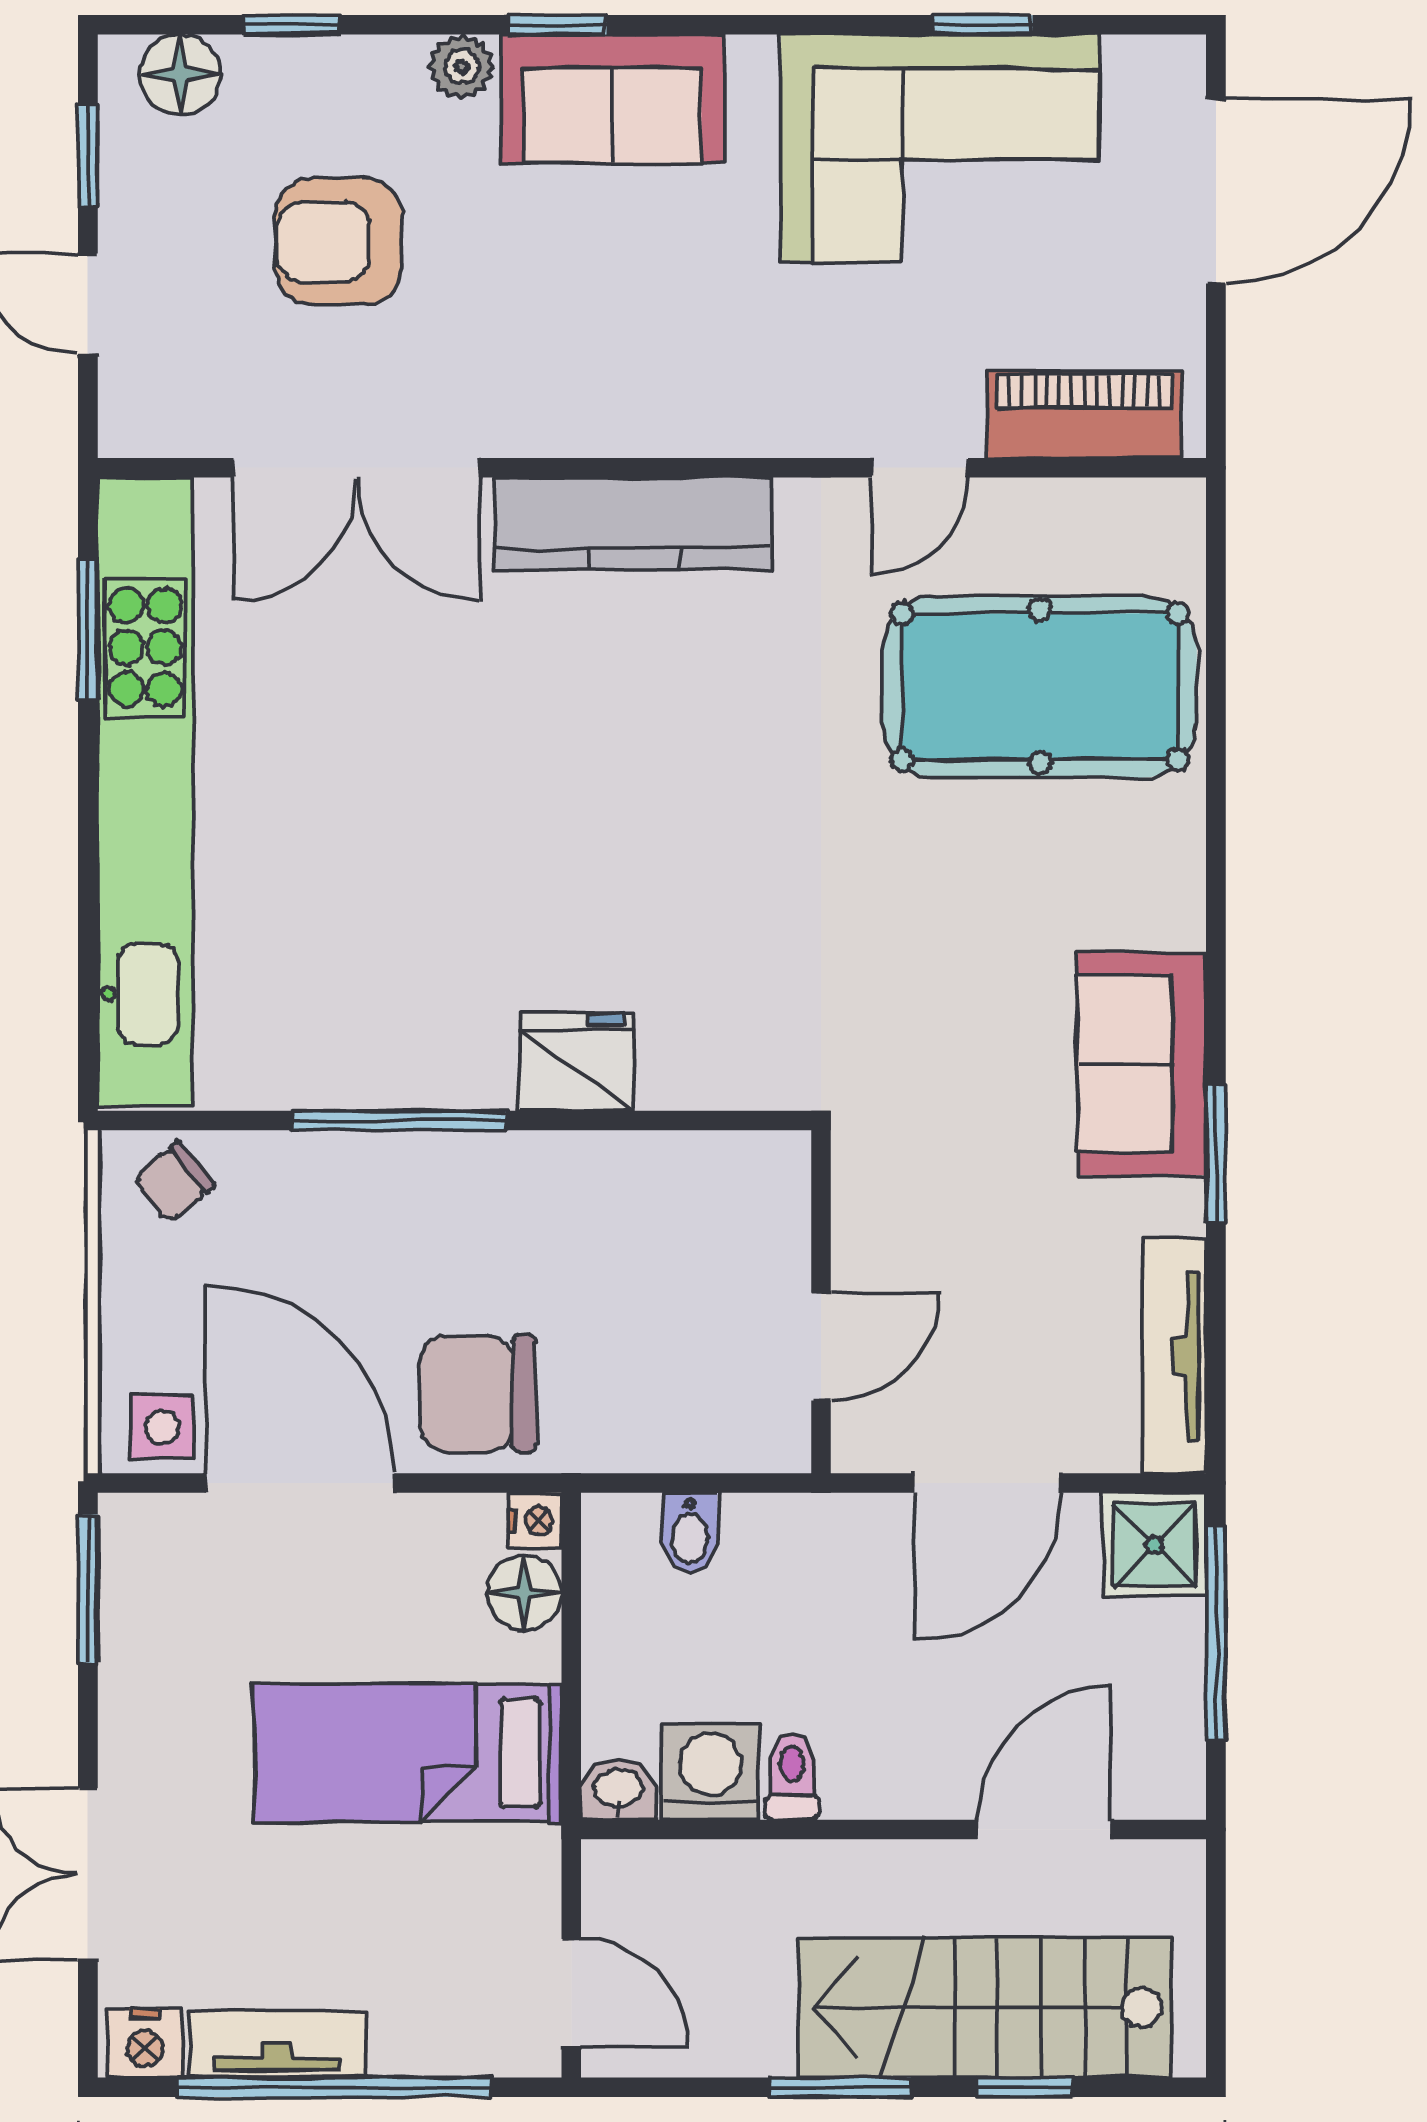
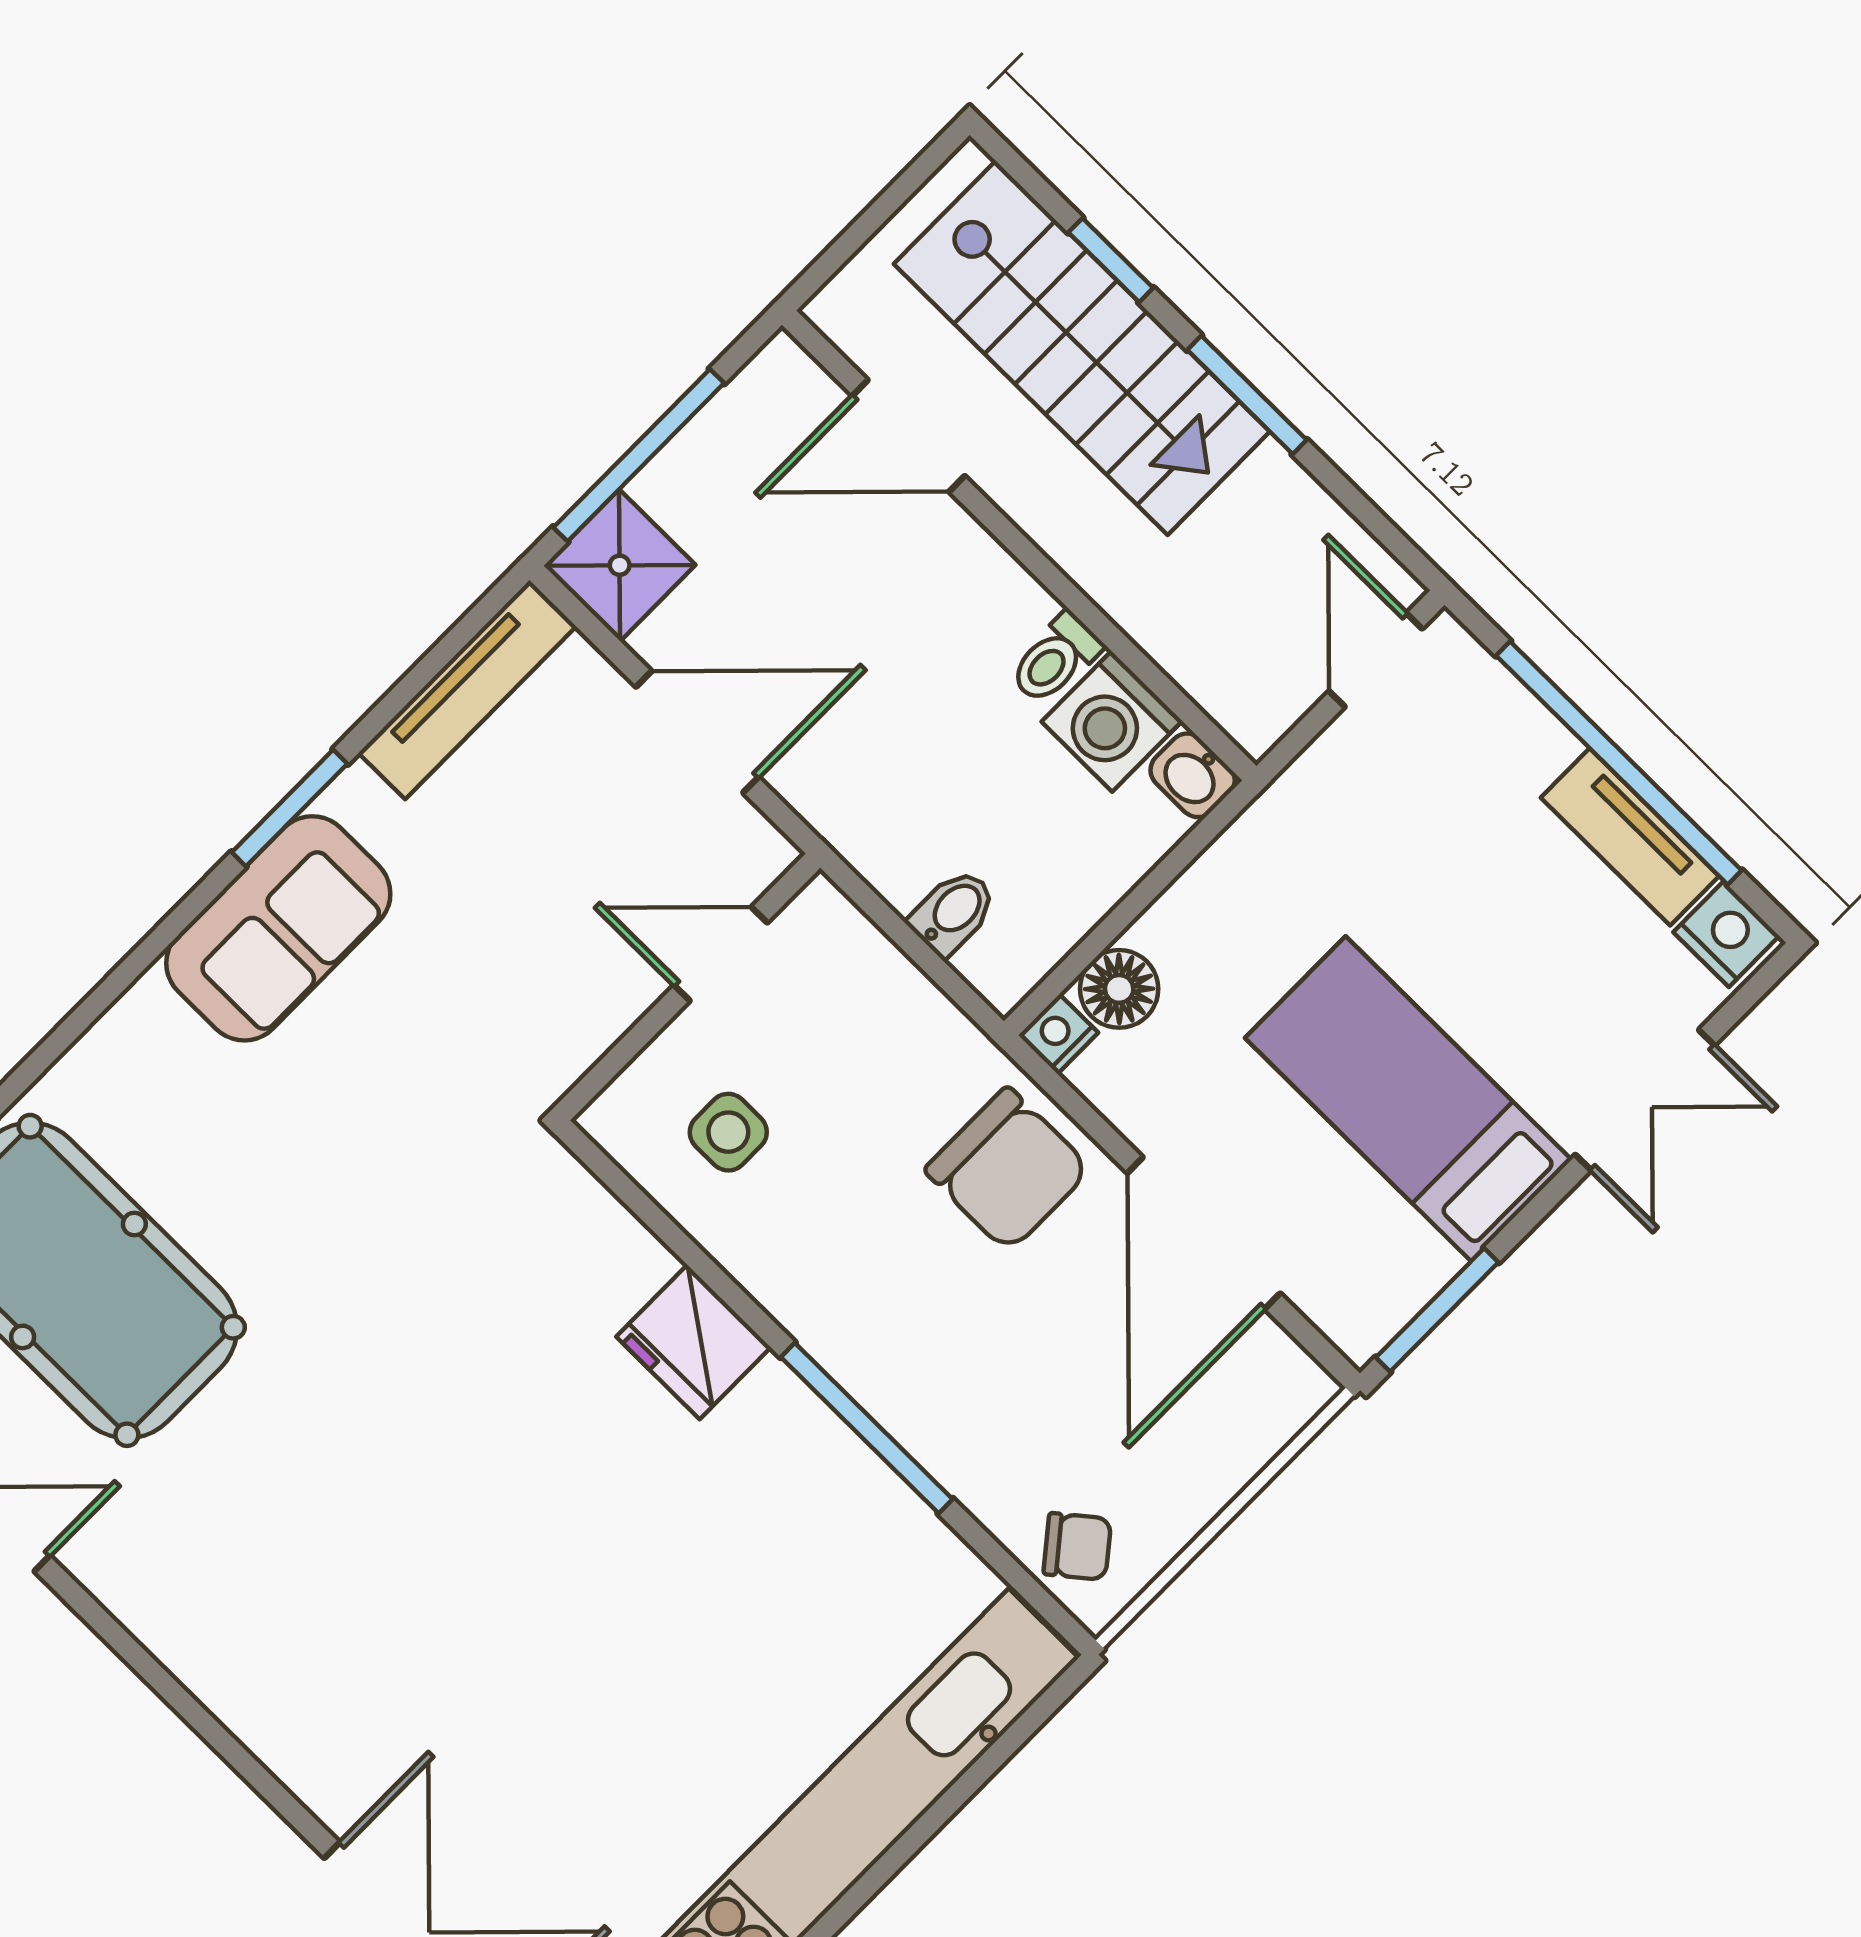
kitchen counter: (633, 524) -> (259, 1697), removed
side table: (162, 1427) -> (728, 1132), moved
bed: (408, 1753) -> (1408, 1099), moved, turned 180

